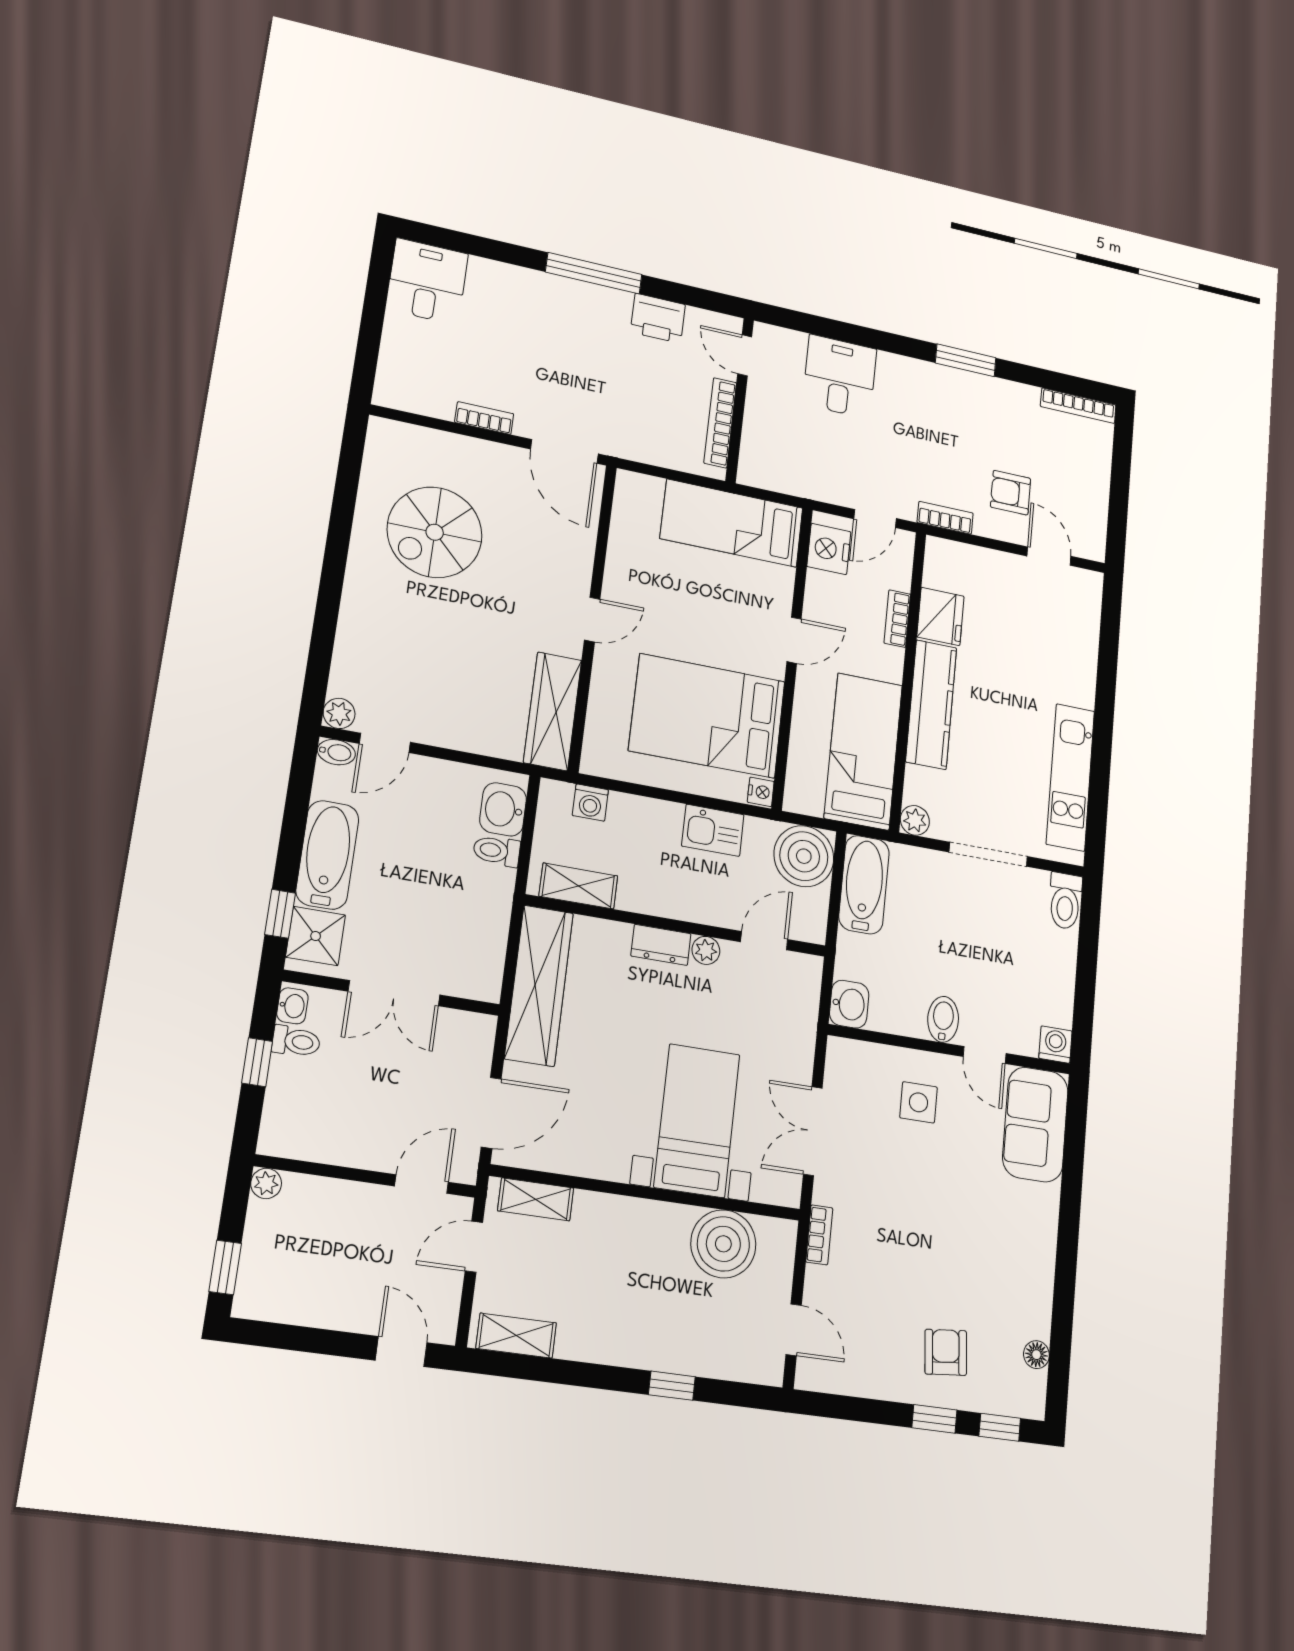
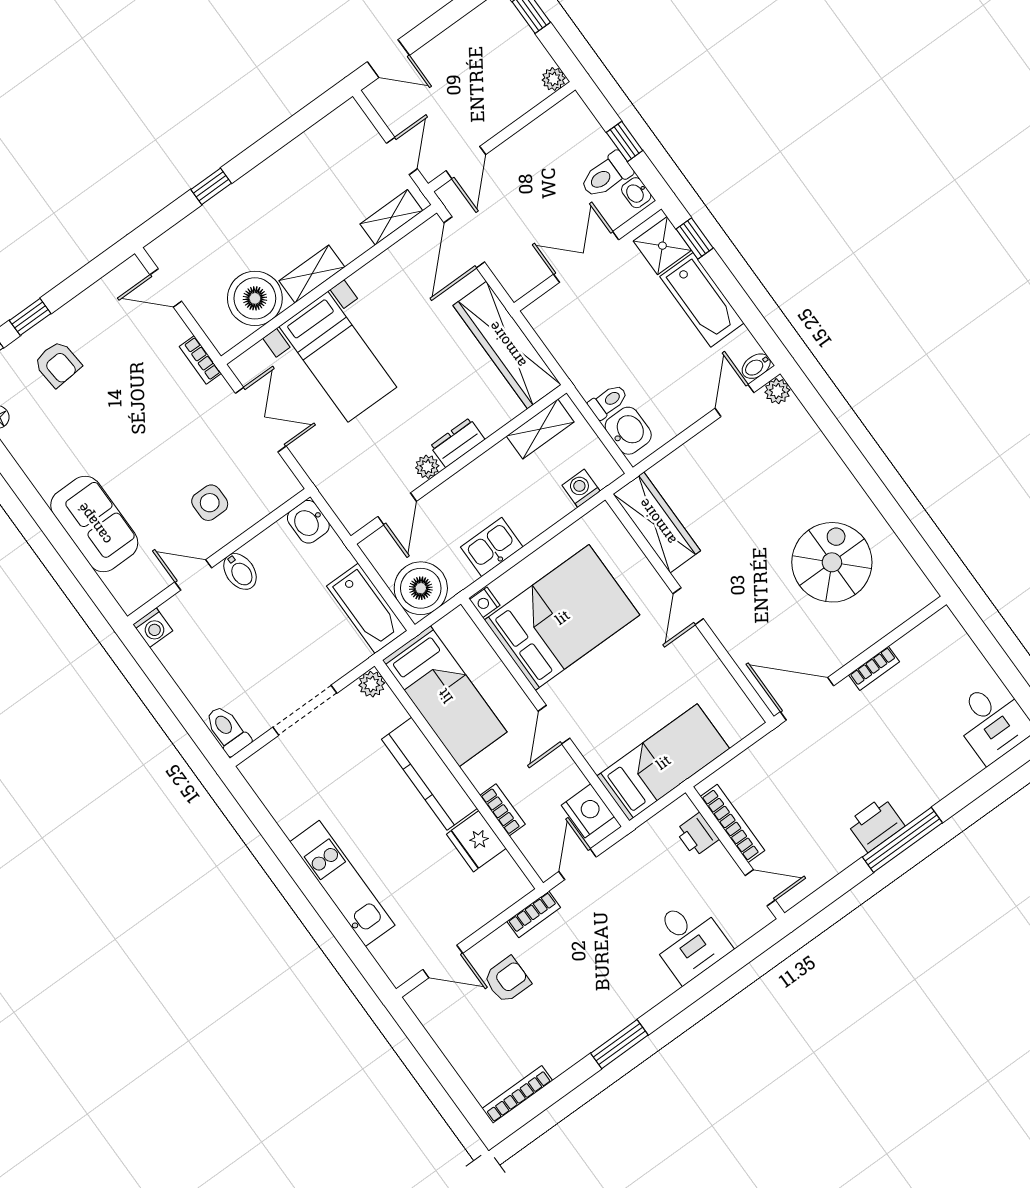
printer: (658, 318) -> (876, 824), moved
printer: (757, 444) -> (697, 835), added
kitchen unit: (1070, 777) -> (342, 883), moved
toilet: (296, 1041) -> (606, 175), width x1.37, depth x1.39
sofa: (1035, 1124) -> (94, 524), moved
shelving: (516, 1336) -> (312, 274), moved

